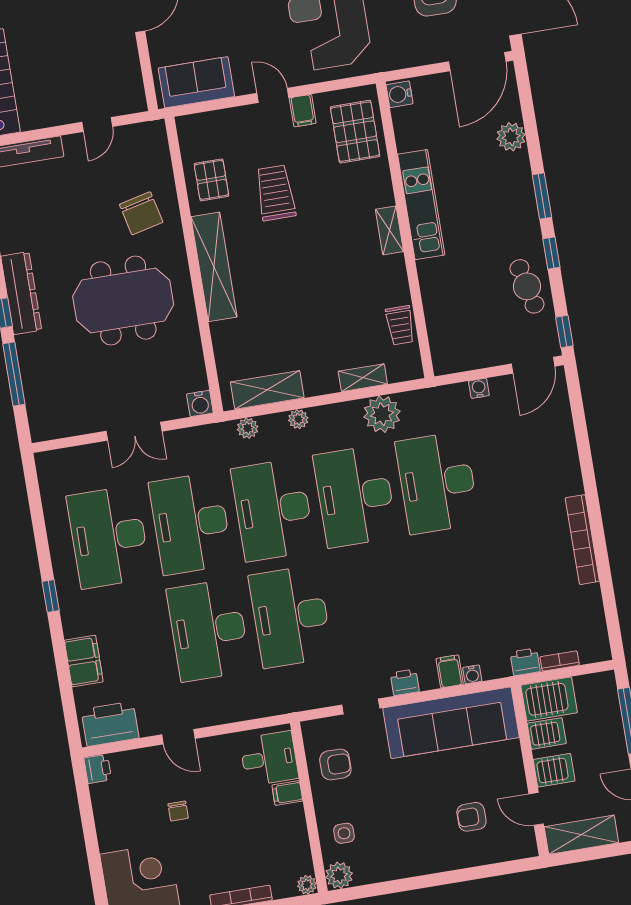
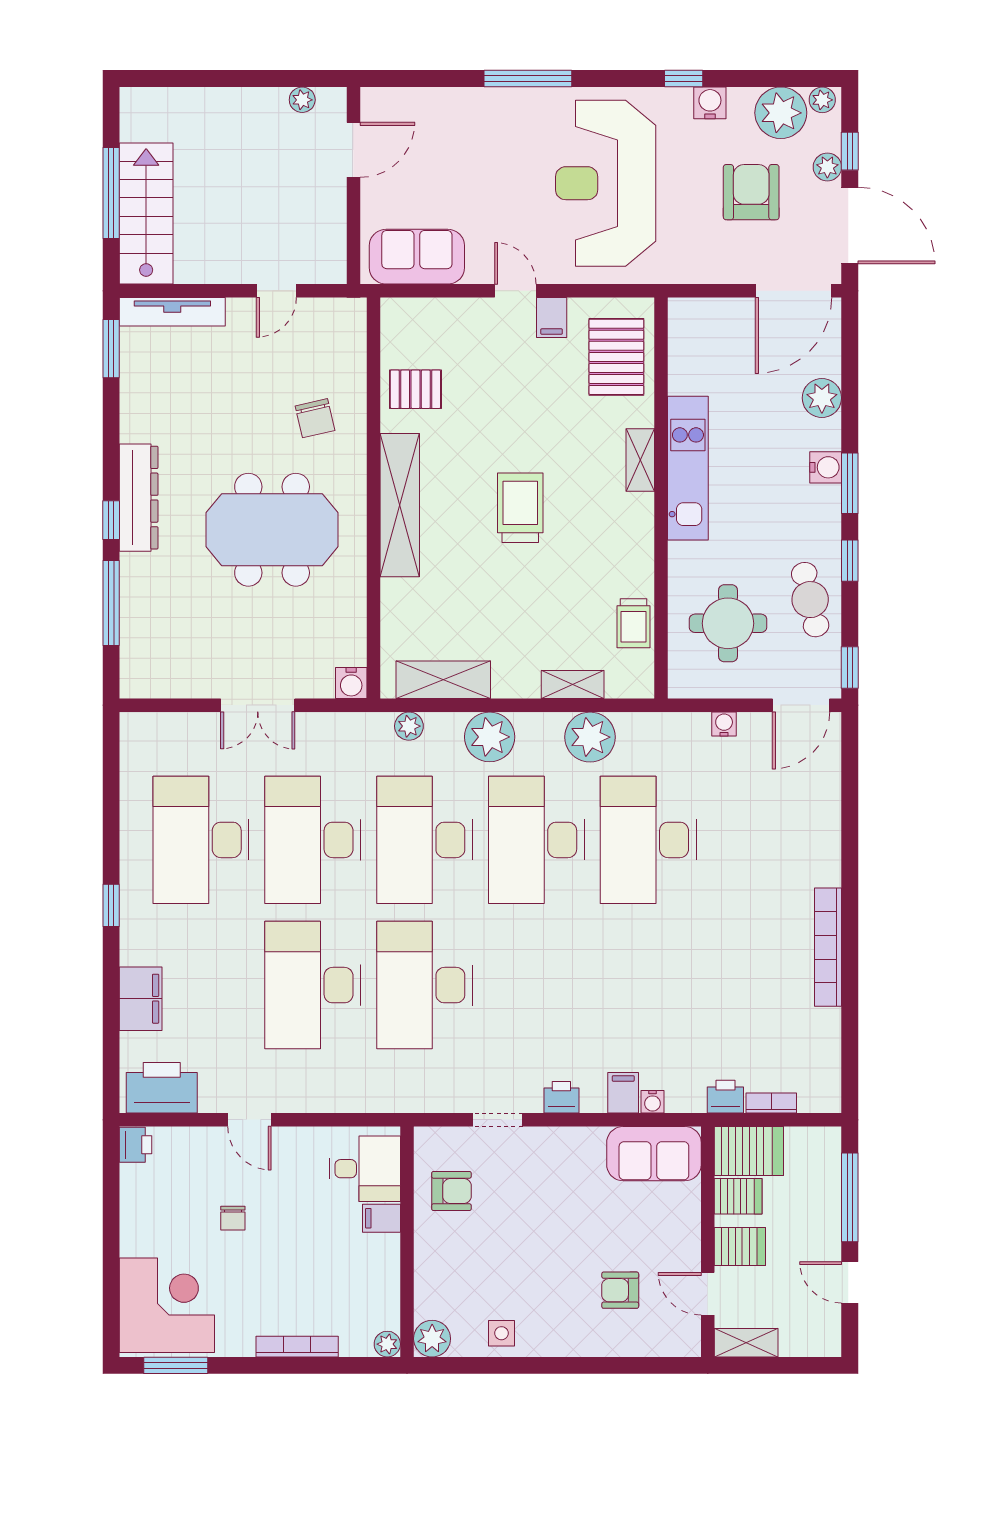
water cooler: (400, 94) -> (826, 467), moved, turned 180
pallet: (211, 180) -> (415, 389), turned 90
trolley: (275, 193) -> (520, 508), moved
chair: (141, 213) -> (315, 418), width x0.73, depth x0.73
shelving: (389, 230) -> (640, 460), moved
round table: (470, 314) -> (728, 623), added
plant: (298, 419) -> (490, 737), width x1.88, depth x1.88
sofa: (451, 723) -> (654, 1154), width x0.54, depth x0.79
side table: (344, 833) -> (501, 1333), moved
shelving: (581, 835) -> (746, 1343), width x0.67, depth x0.75

